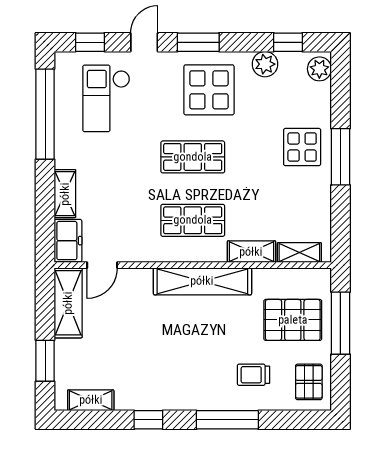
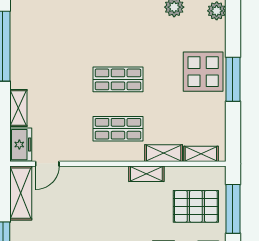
display table: (209, 90) -> (131, 27), removed
checkout: (106, 98) -> (51, 34), removed
display table: (302, 147) -> (203, 72), width x1.36, depth x1.36
shelving: (202, 281) -> (146, 174), width x0.45, depth x0.75

